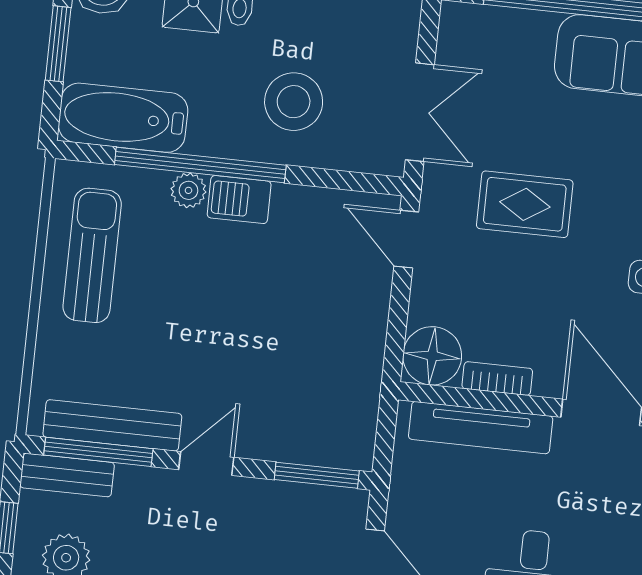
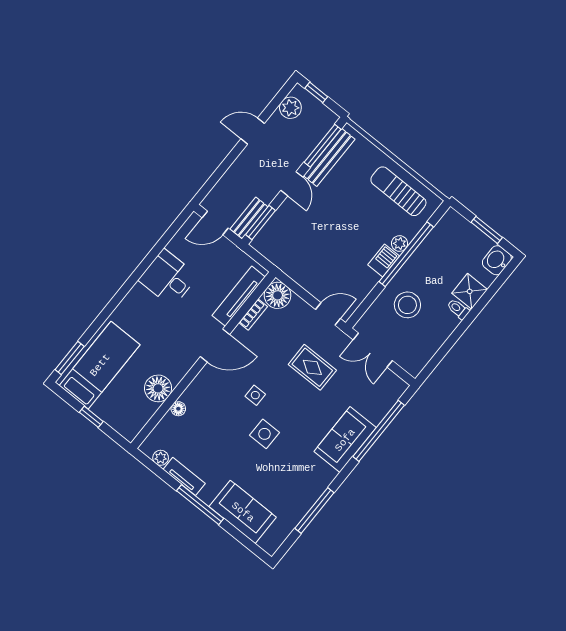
bathtub: (123, 118) -> (443, 237), removed
rug: (525, 204) -> (312, 367), turned 90
sun lounger: (92, 255) -> (398, 191), turned 180
bench: (67, 475) -> (249, 218), moved

